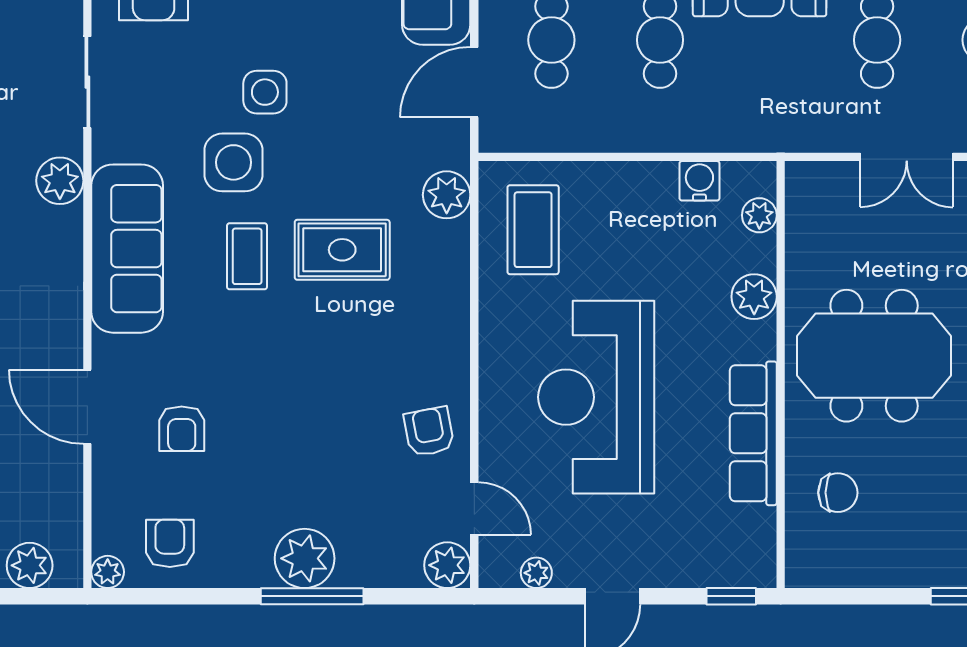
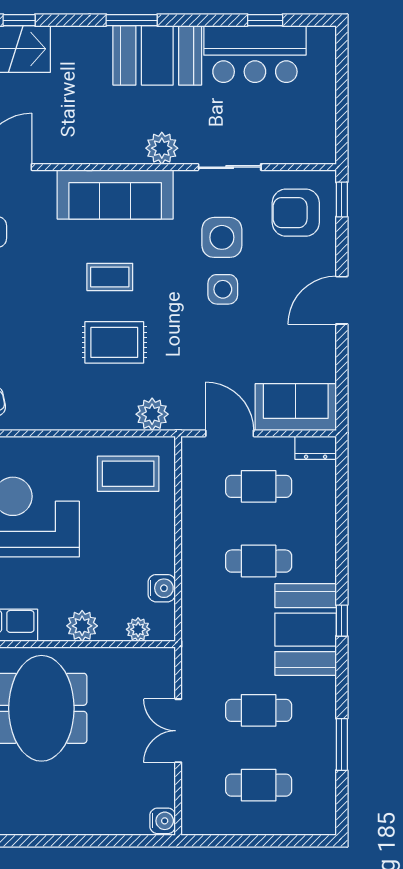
side table: (234, 162) -> (222, 237), moved
rug: (342, 250) -> (114, 342), turned 90

